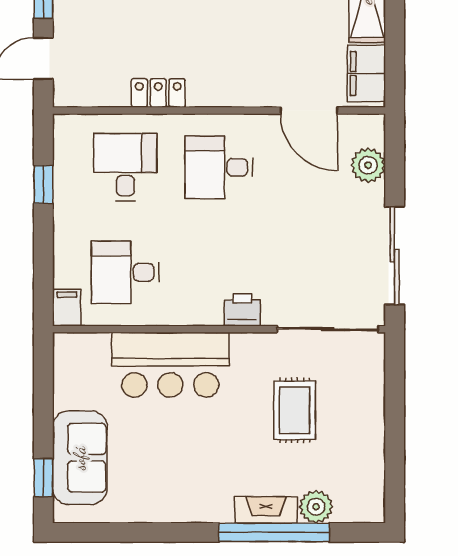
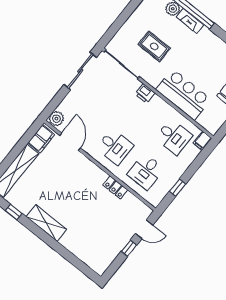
plant: (368, 165) -> (56, 119), moved
rug: (295, 410) -> (154, 46), turned 90

